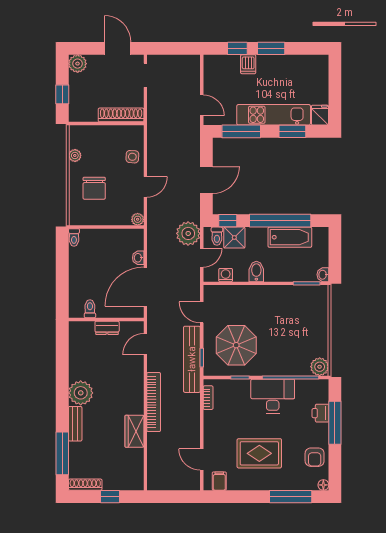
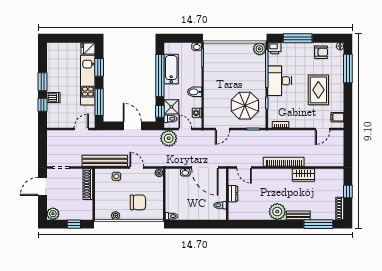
bench: (192, 359) -> (105, 161), moved
printer: (320, 413) -> (275, 48), moved

